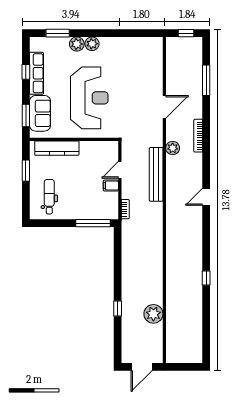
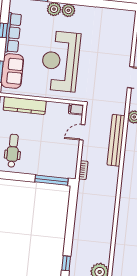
reception desk: (89, 98) -> (60, 61), turned 180
filing cabinet: (111, 185) -> (76, 109), moved

